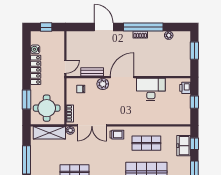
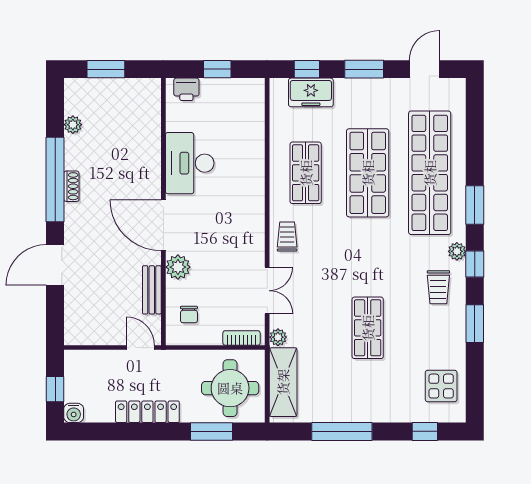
water cooler: (35, 49) -> (74, 413), moved
double door: (92, 125) -> (267, 291), width x0.73

